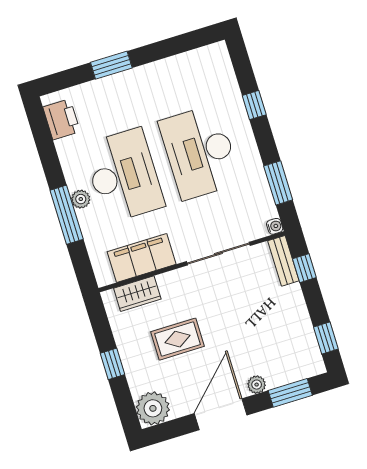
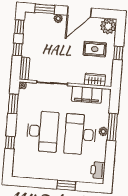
window: (304, 268) -> (18, 49), moved
rug: (177, 339) -> (95, 49), moved

